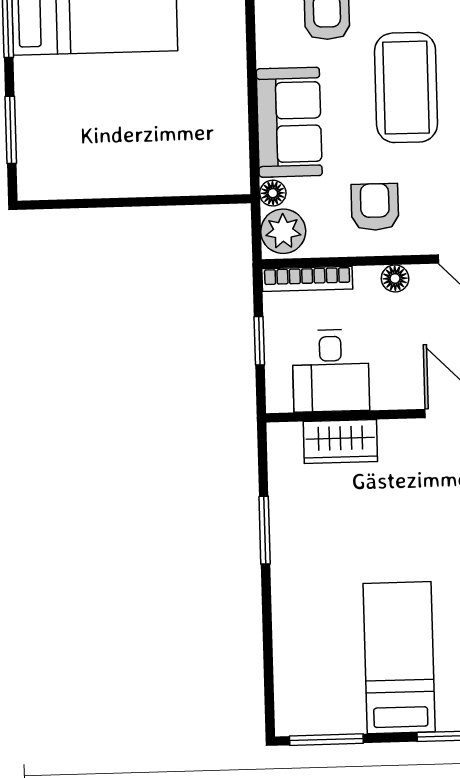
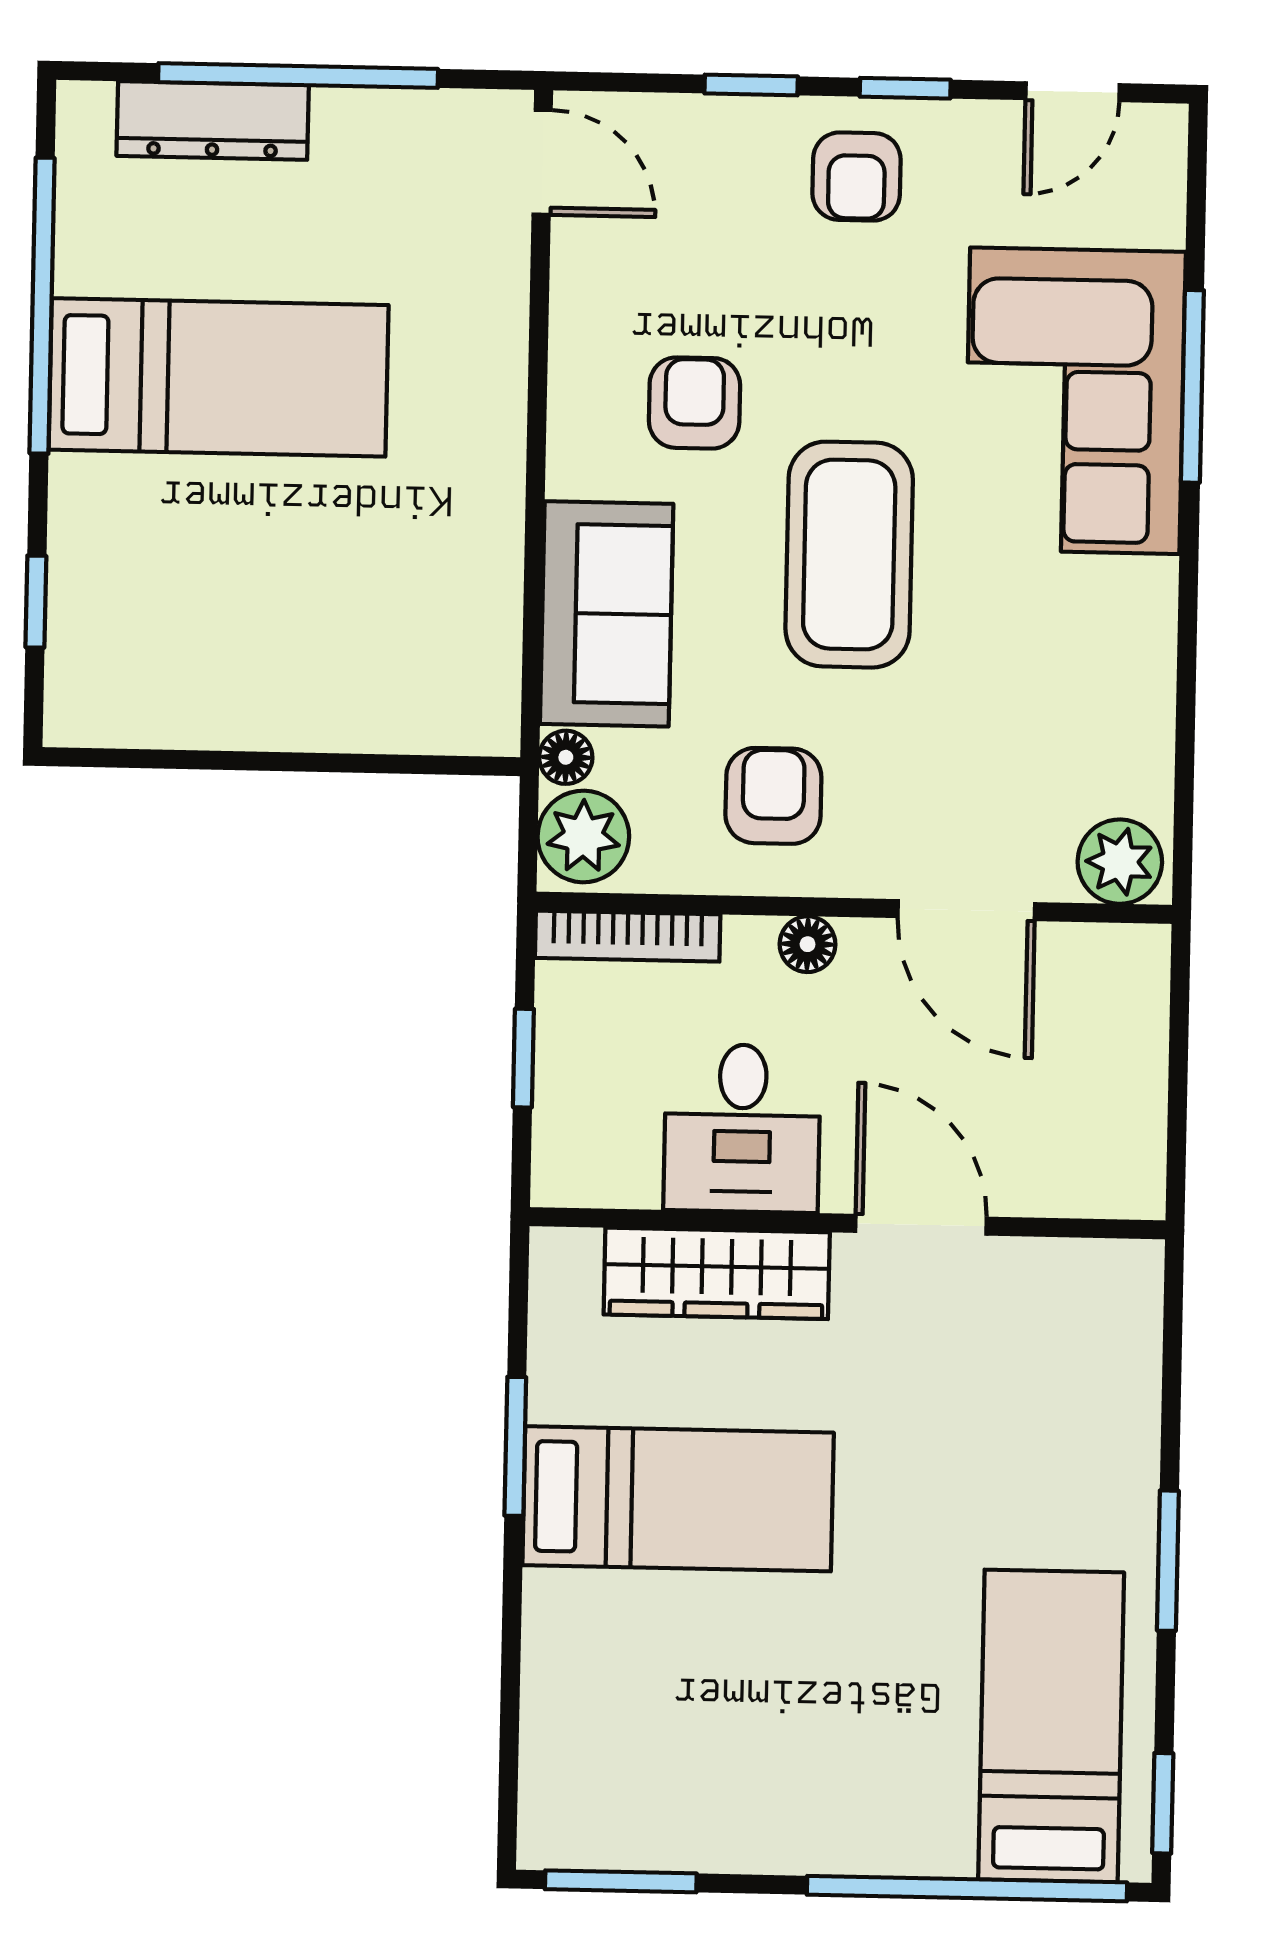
window: (11, 130) -> (36, 602), width x0.67
desk: (331, 371) -> (742, 1128), moved
wardrobe: (340, 442) -> (717, 1273), width x1.50
bed: (399, 658) -> (678, 1499), moved, turned 90

